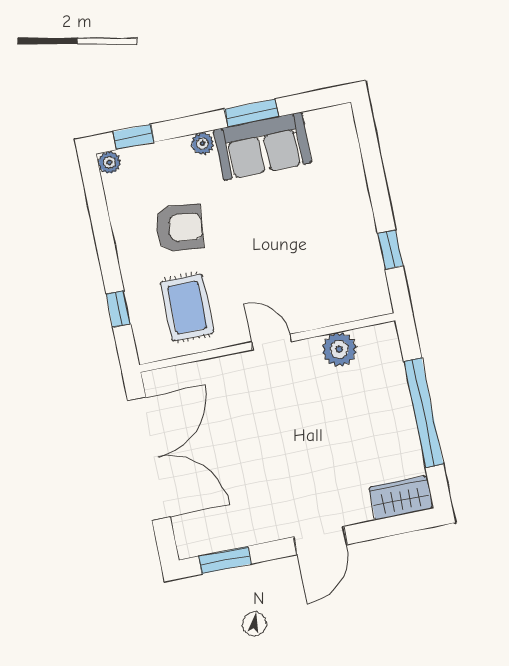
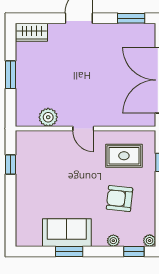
plant: (202, 143) -> (113, 241), moved
rug: (187, 307) -> (124, 156), turned 90
window: (423, 413) -> (11, 75), width x0.47

